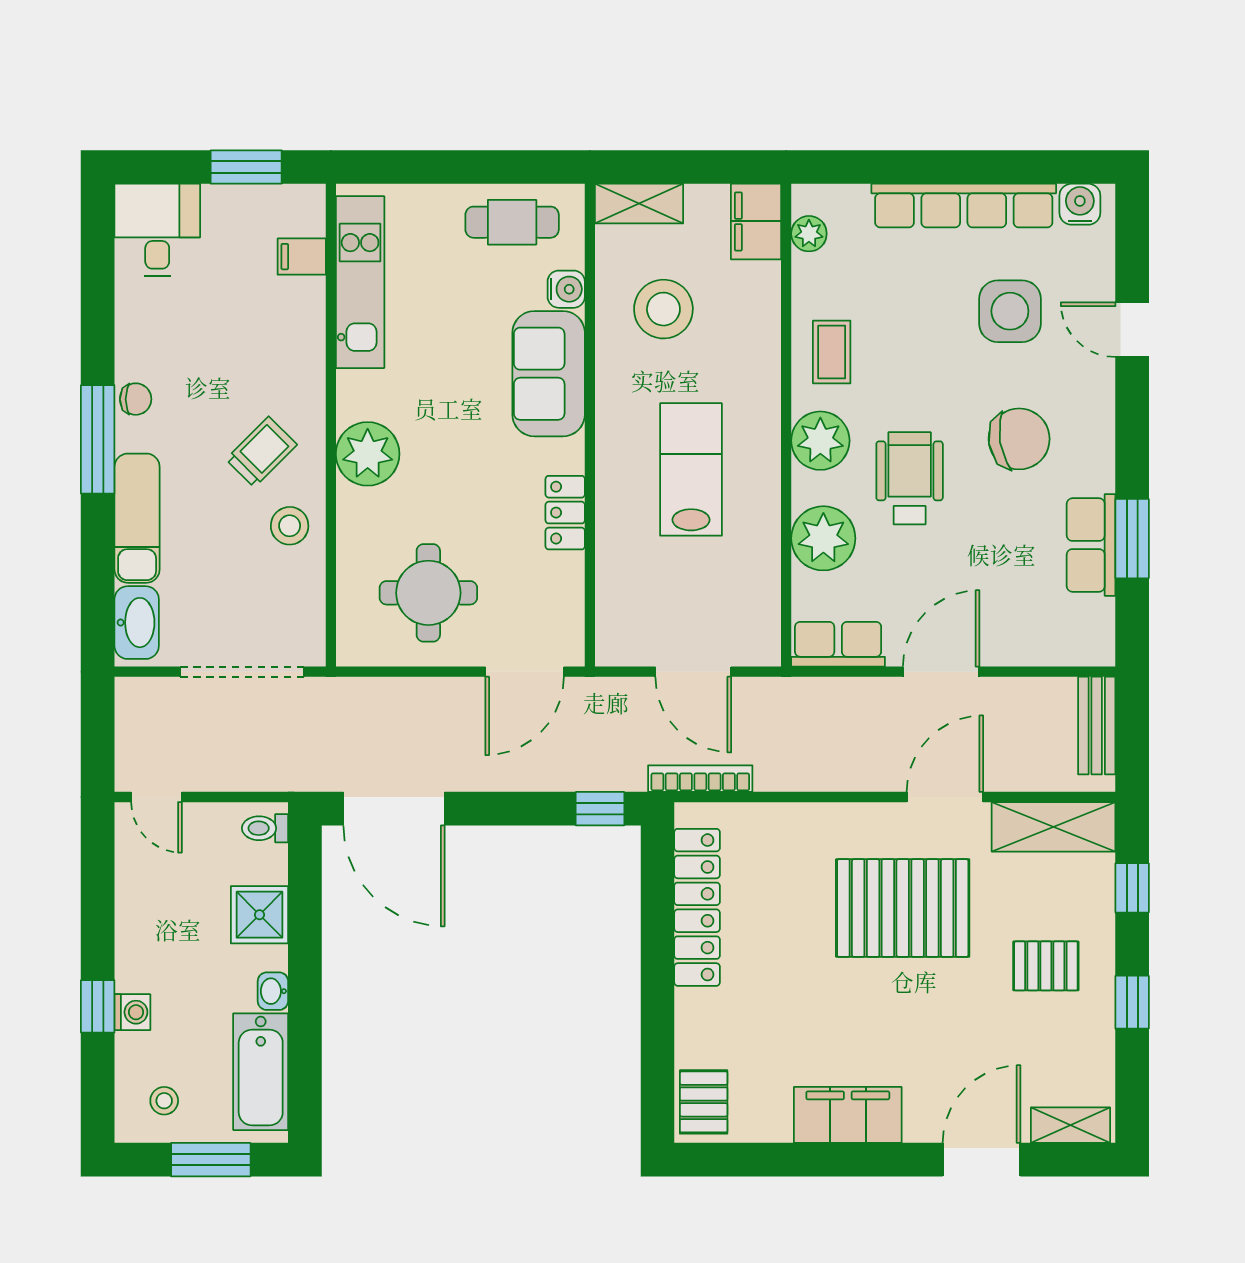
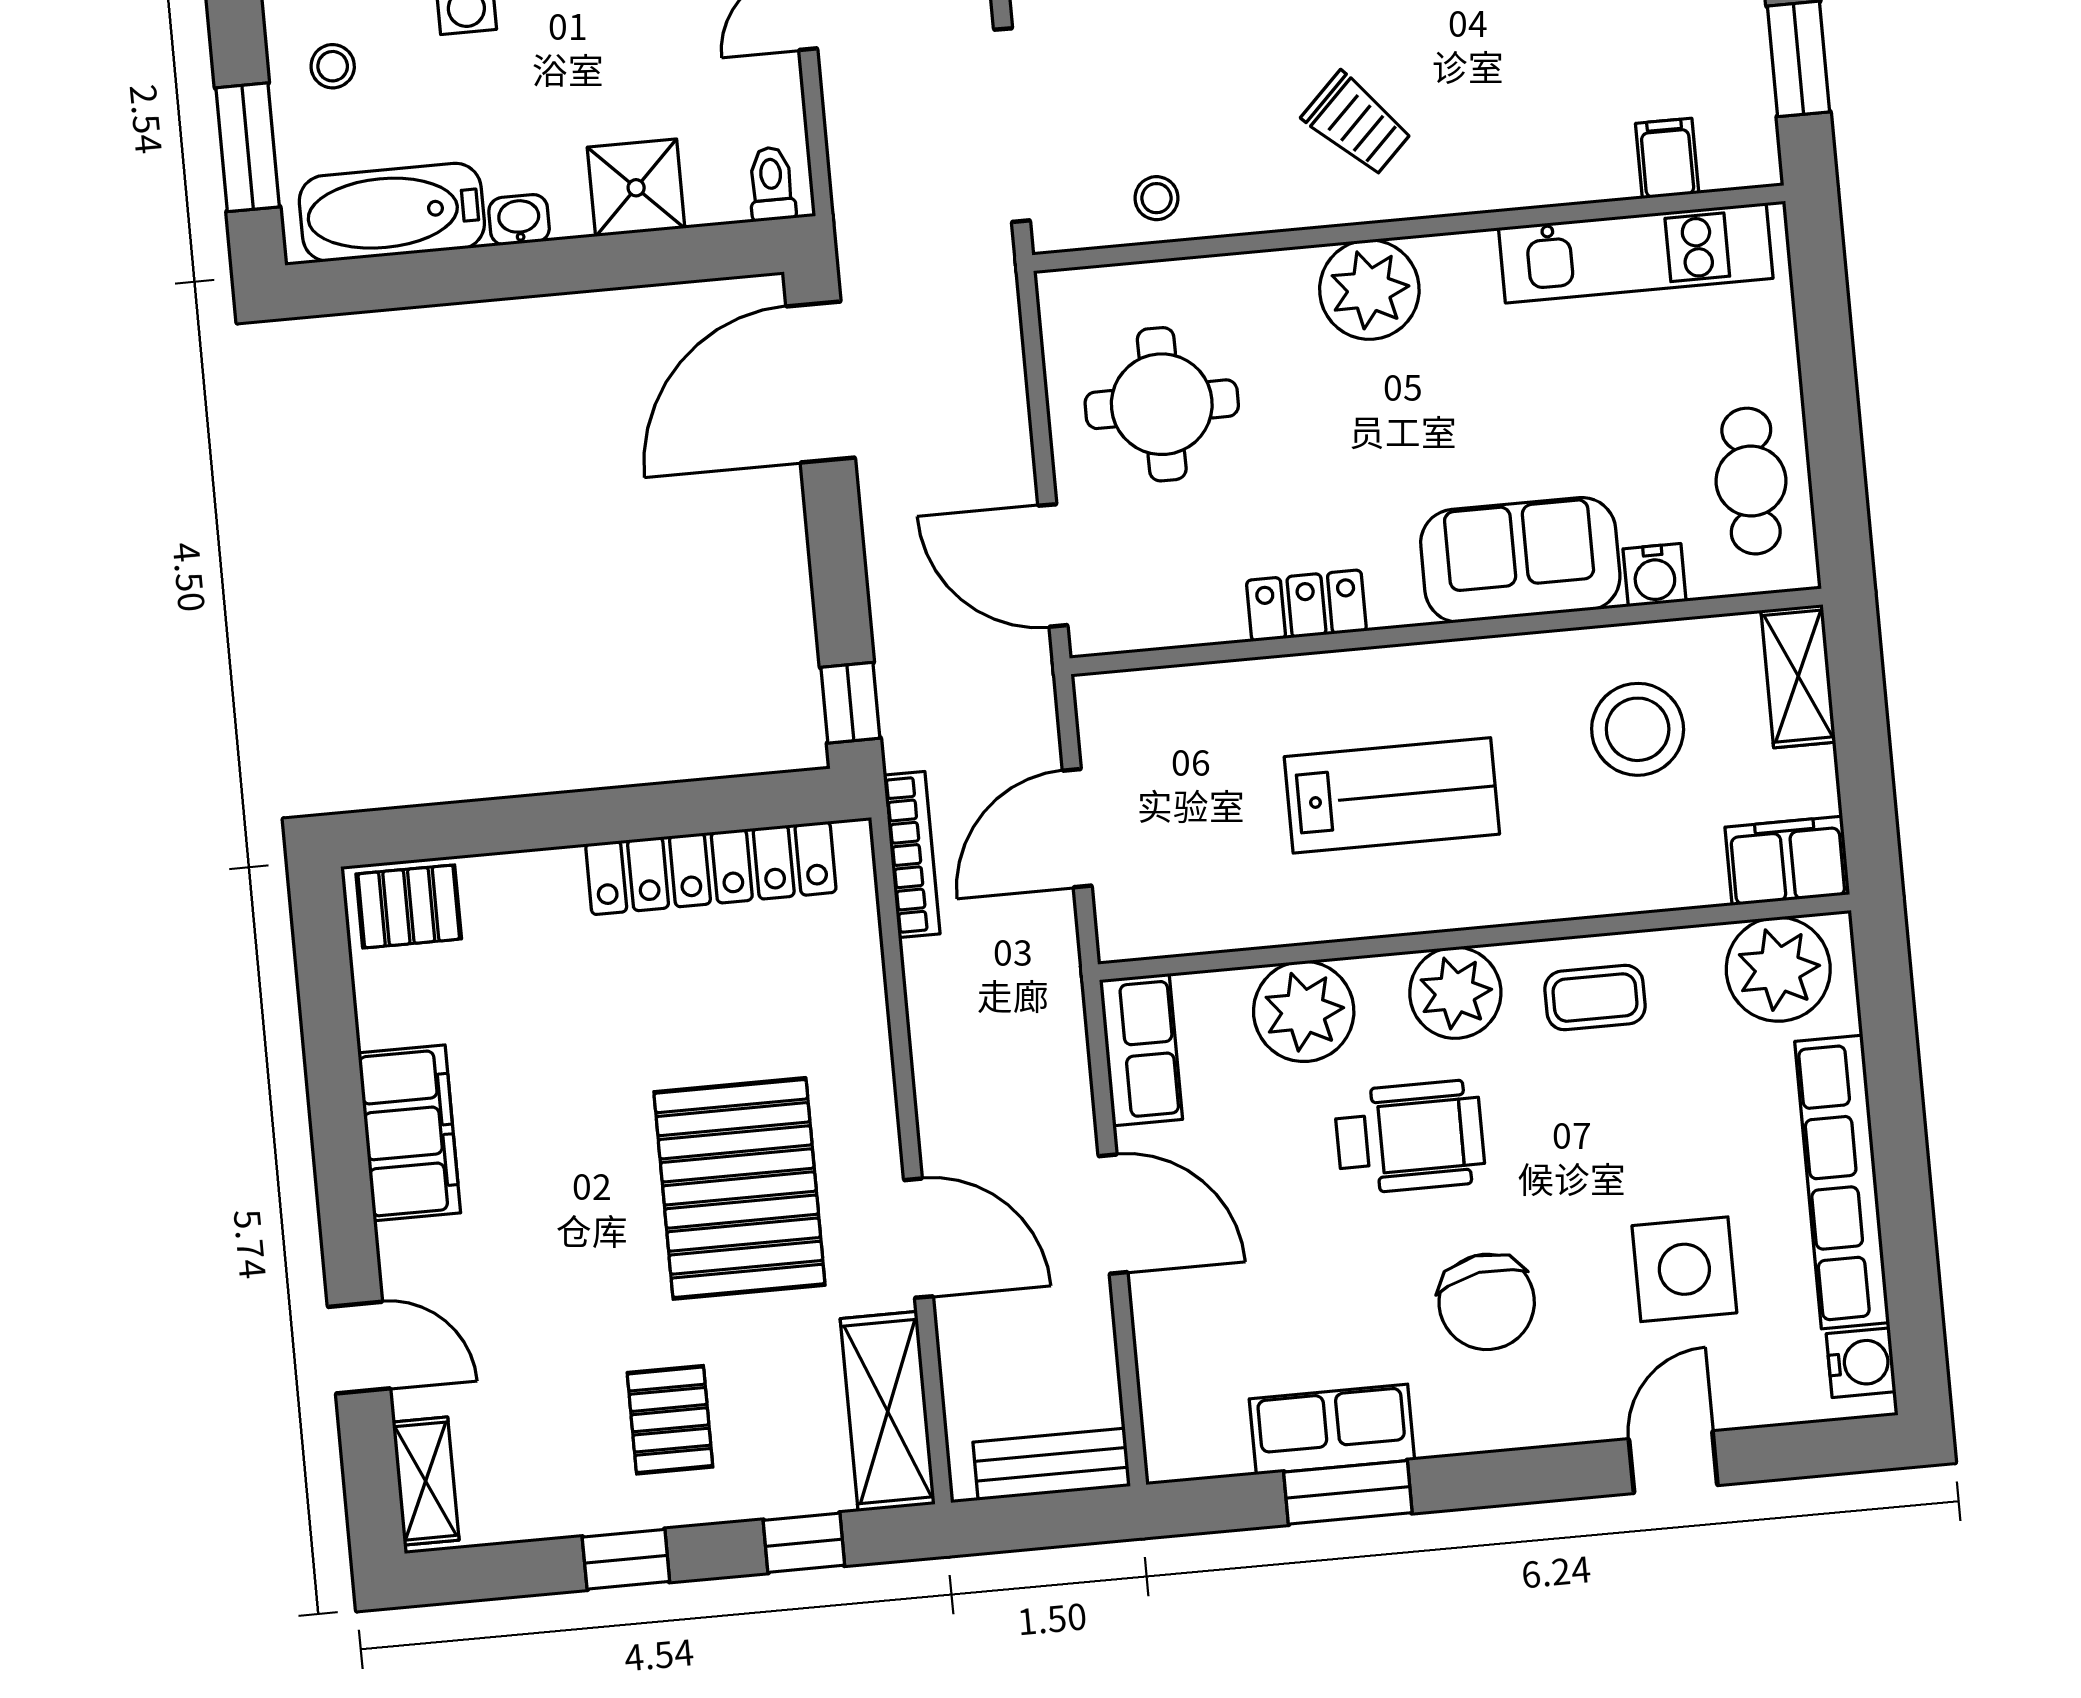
plant: (809, 234) -> (1778, 969), width x1.88, depth x1.88
stool: (290, 526) -> (1157, 198), moved, width x0.73, depth x0.73
door: (982, 1160) -> (359, 1348), width x0.73

